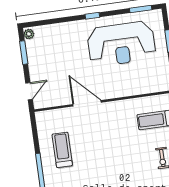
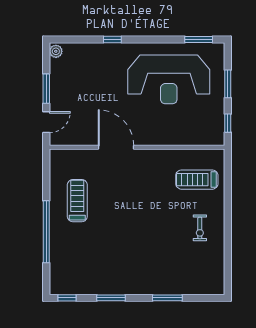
window: (92, 16) -> (112, 40), moved
window: (24, 53) -> (46, 89), moved

